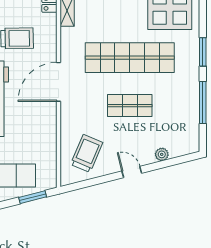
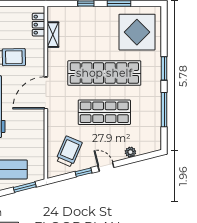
shop shelf: (130, 106) -> (104, 112), width x1.43, depth x1.36
window: (104, 179) -> (84, 172), added

